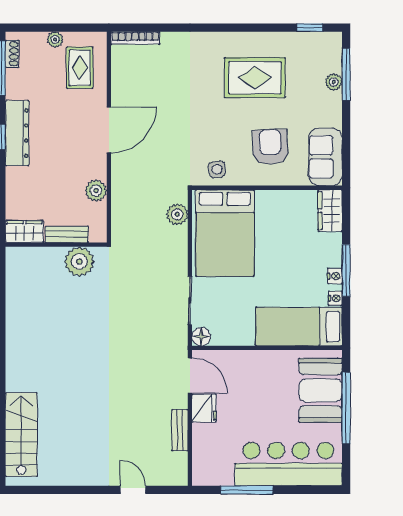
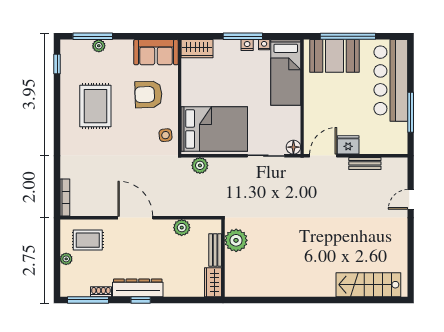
shoe rack: (12, 54) -> (101, 292), moved

